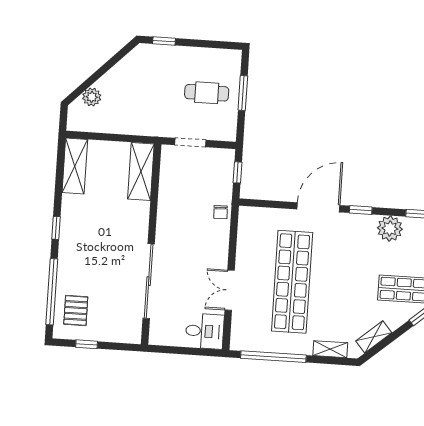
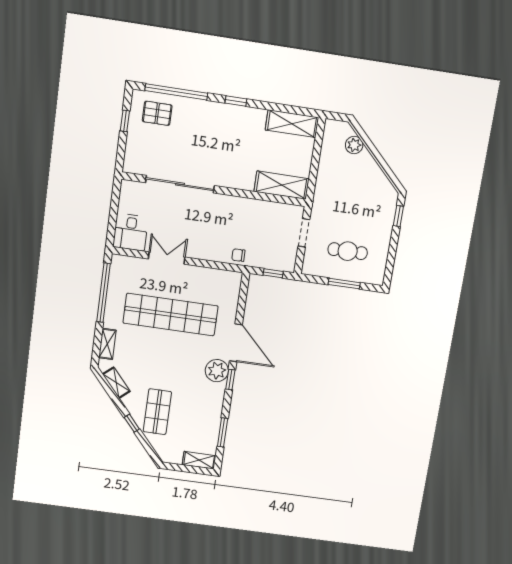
cafe table: (207, 93) -> (348, 251), turned 90
plant: (390, 229) -> (217, 371), moved

